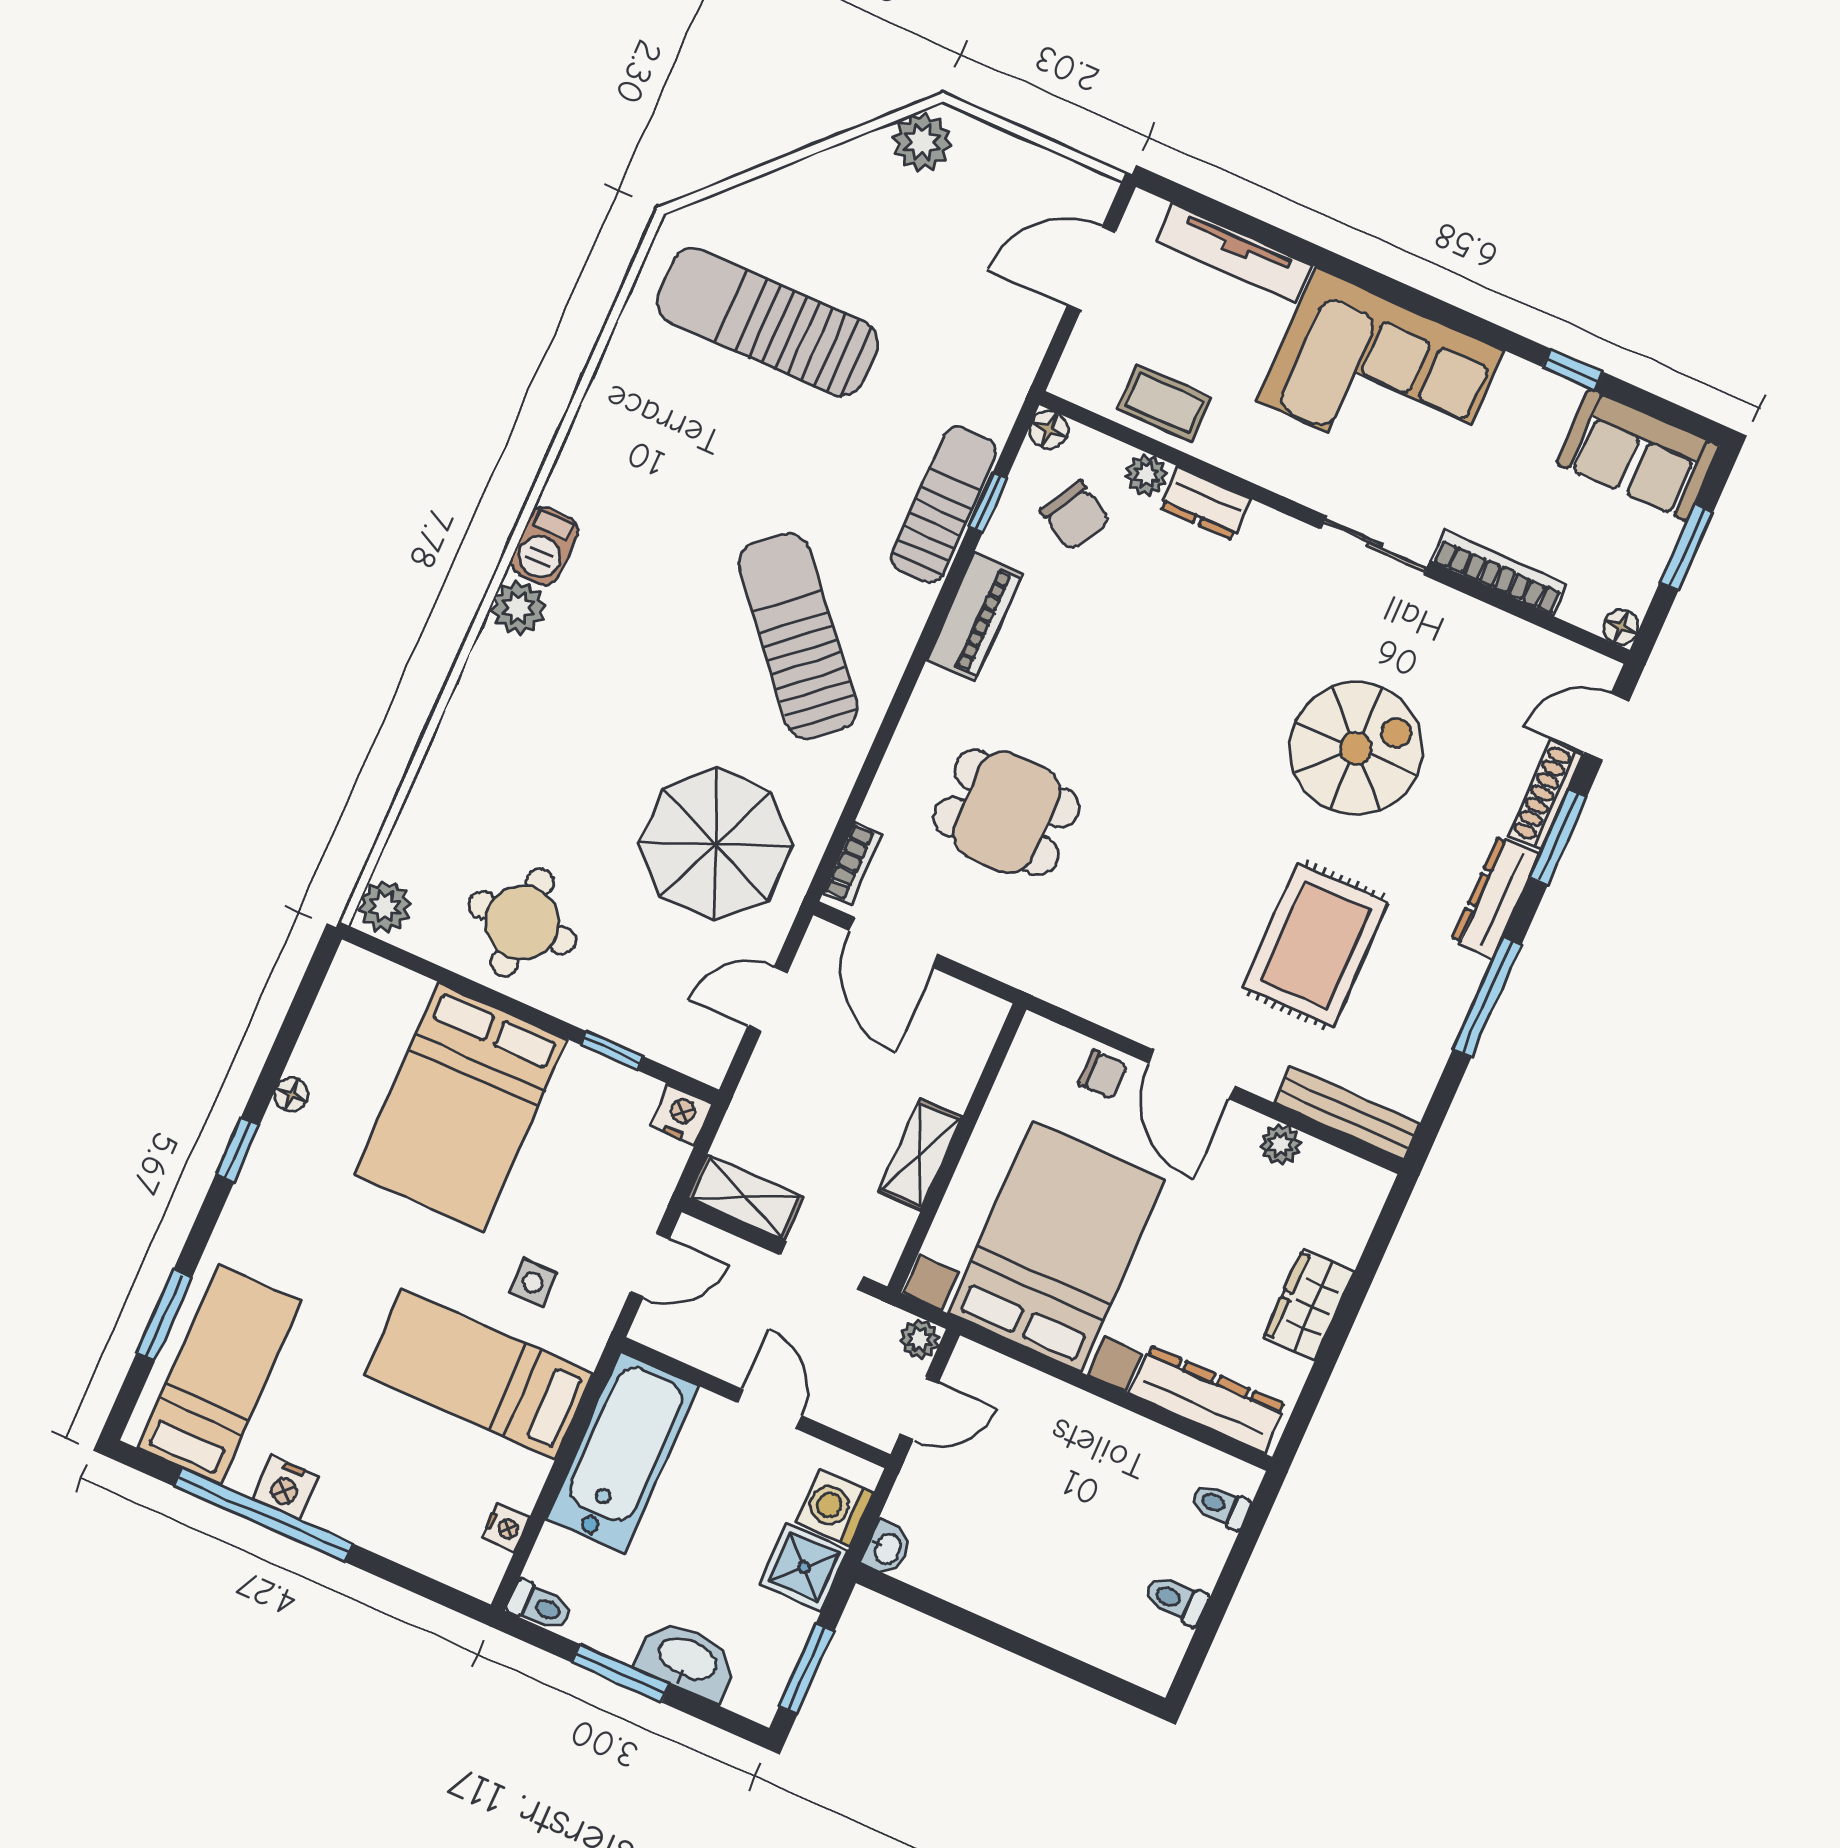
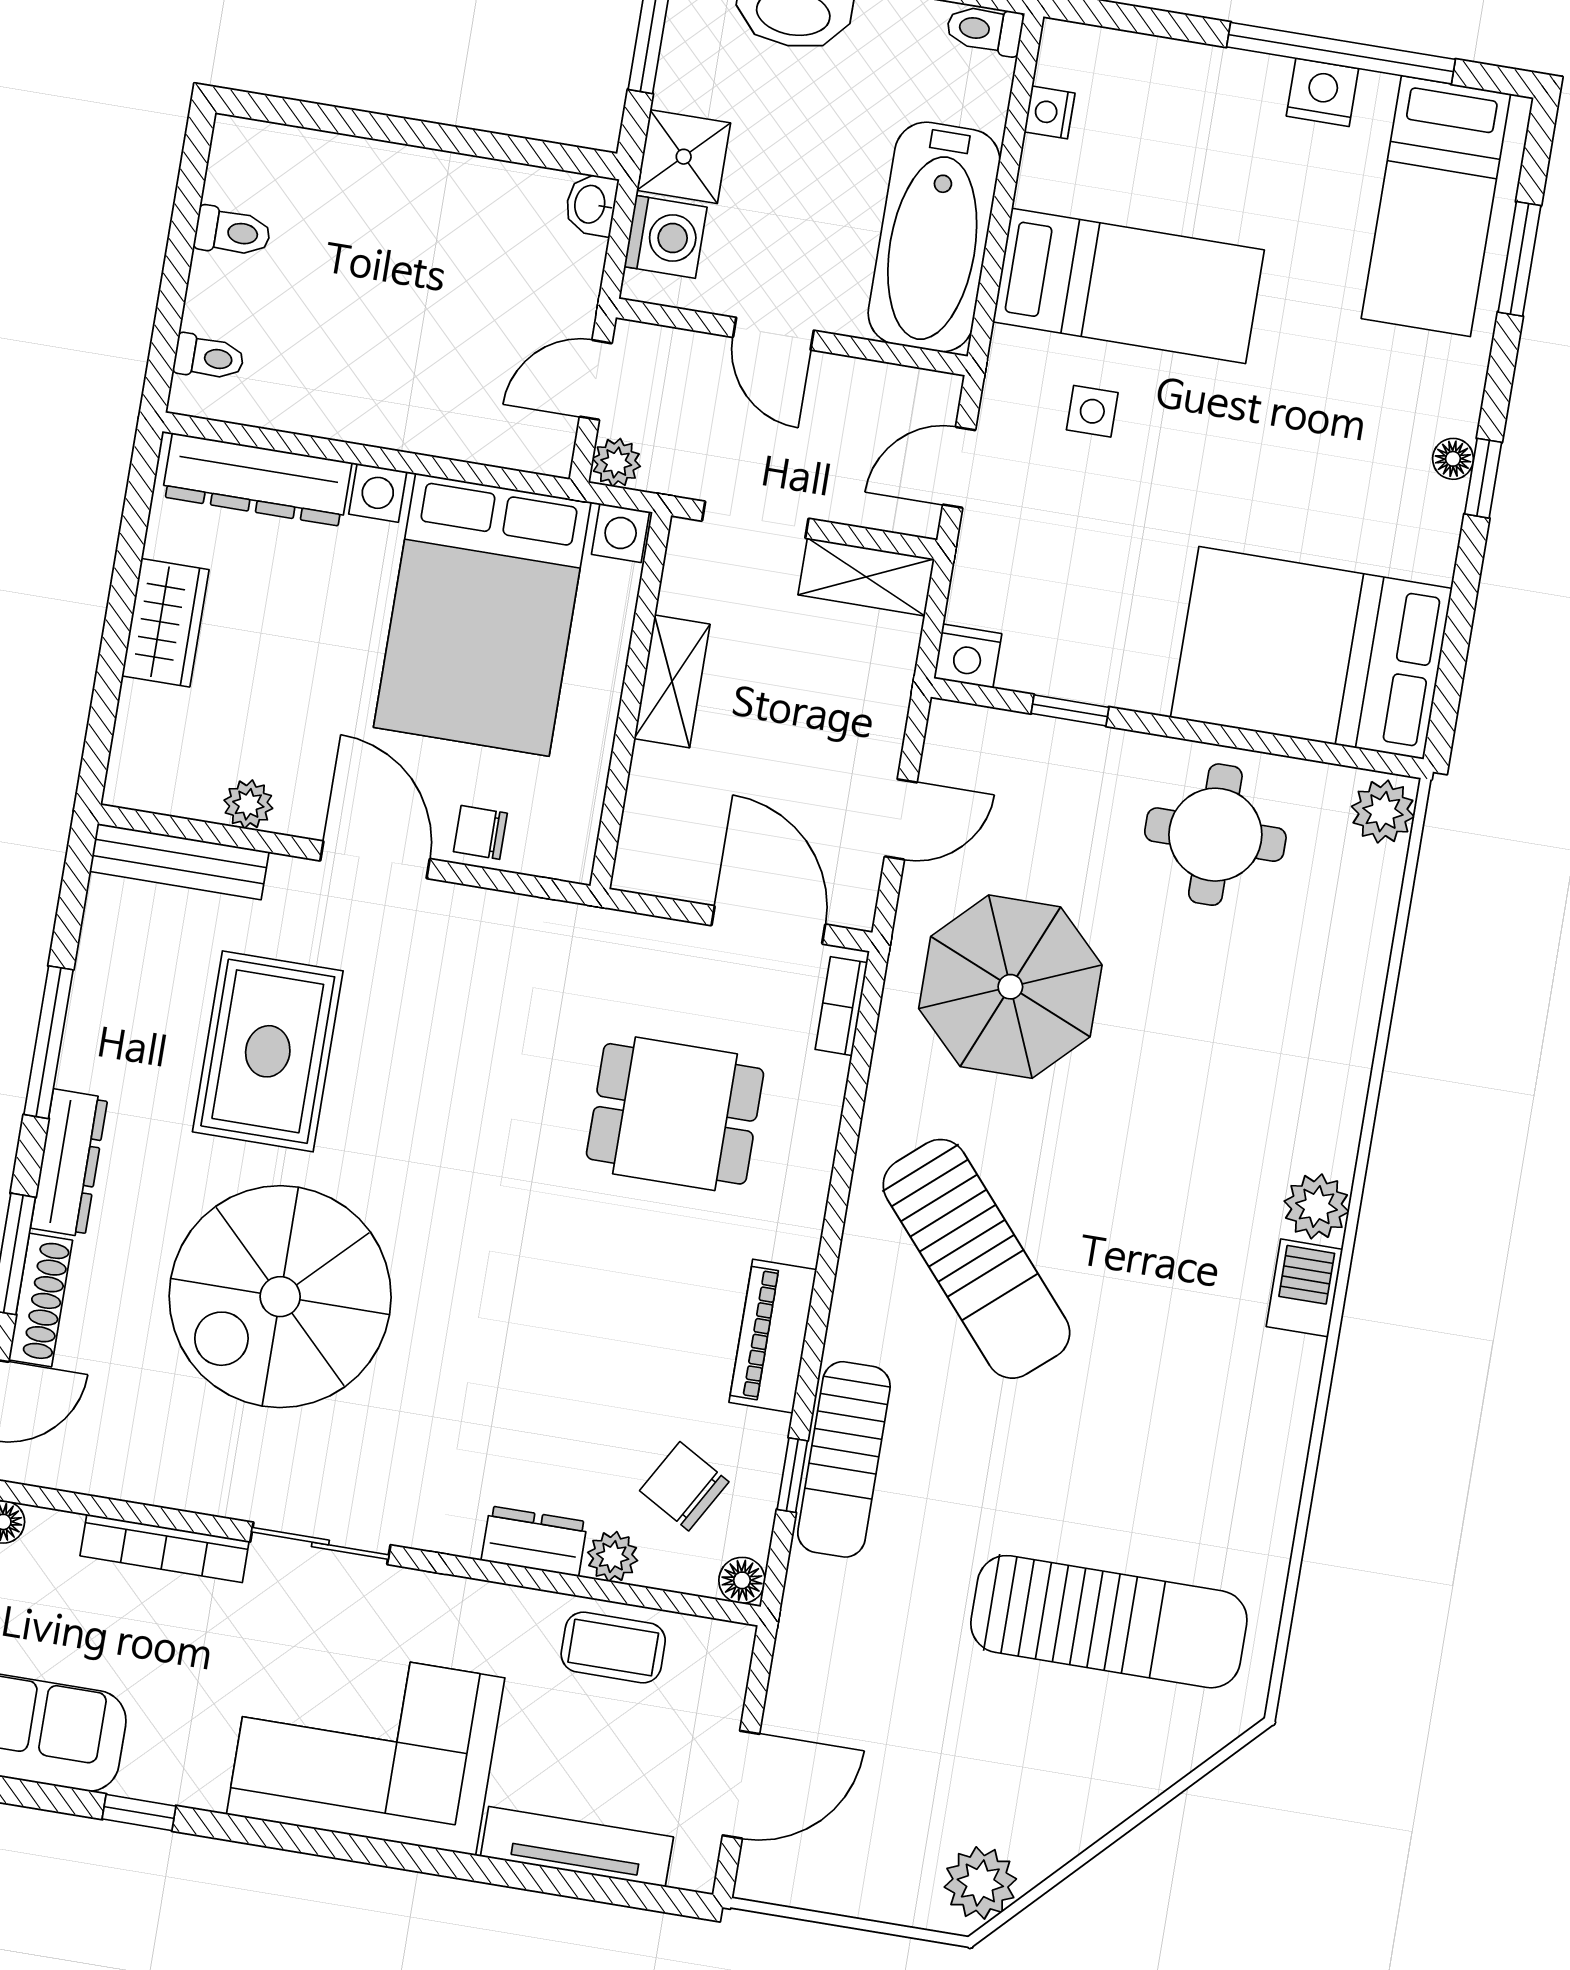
spiral stairs: (1356, 749) -> (280, 1297), width x1.37, depth x1.37
floor lamp: (291, 1095) -> (1453, 459), moved
bed: (461, 1107) -> (1311, 653), moved, turned -90

